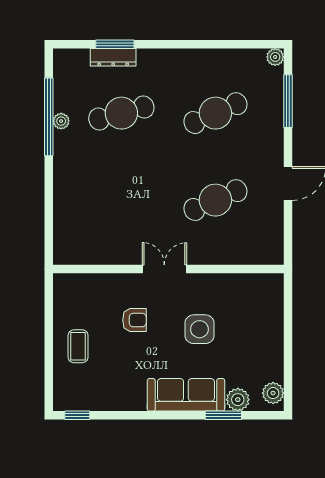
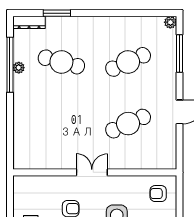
dresser: (113, 57) -> (29, 22), moved
cafe table: (121, 113) -> (61, 62), turned 30
armchair: (258, 299) -> (158, 194), added

